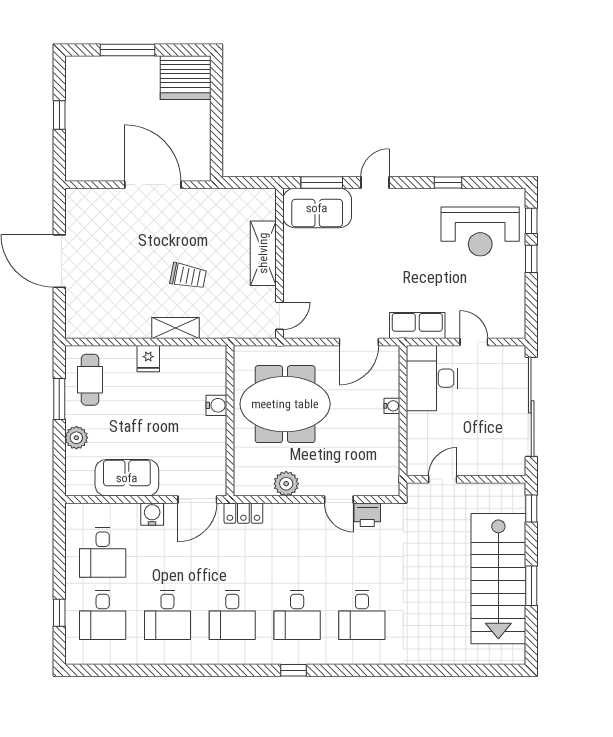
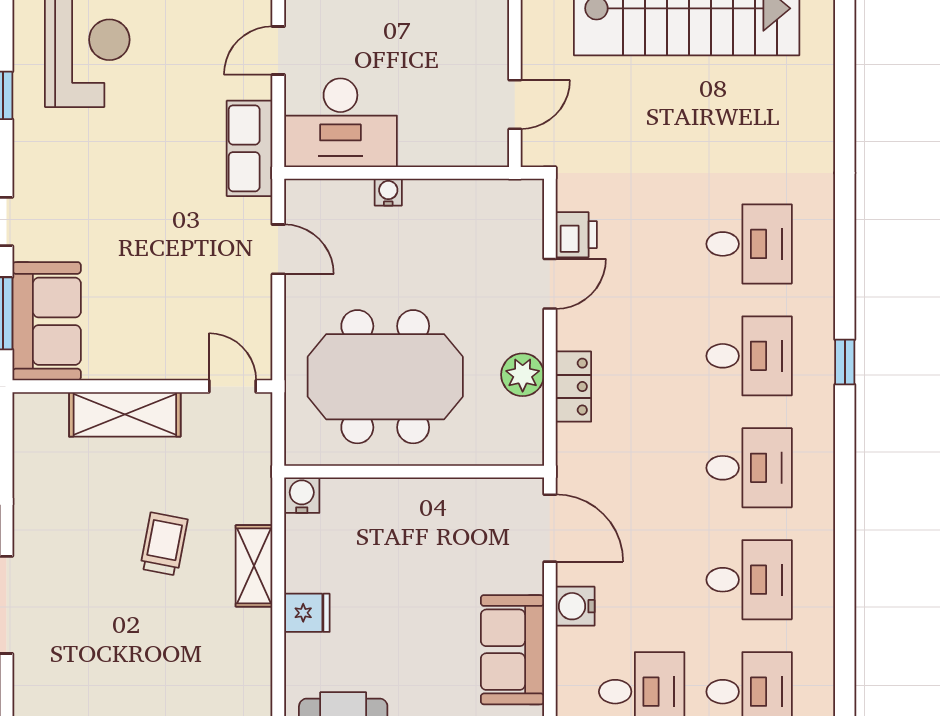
door: (359, 342) -> (278, 249), width x0.73
meeting table: (285, 404) -> (385, 377), turned 90
water cooler: (216, 405) -> (302, 495), moved
door: (443, 479) -> (515, 104), swing flipped
locker: (243, 513) -> (573, 387), moved

